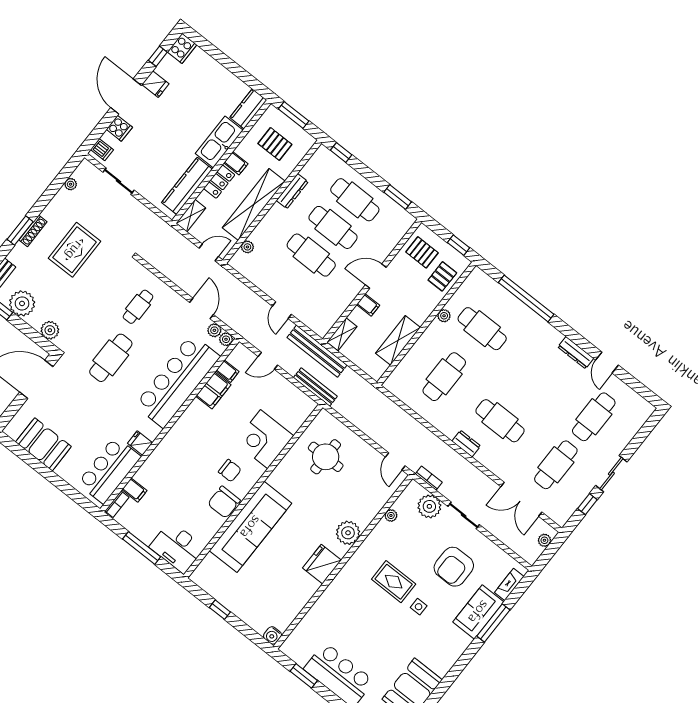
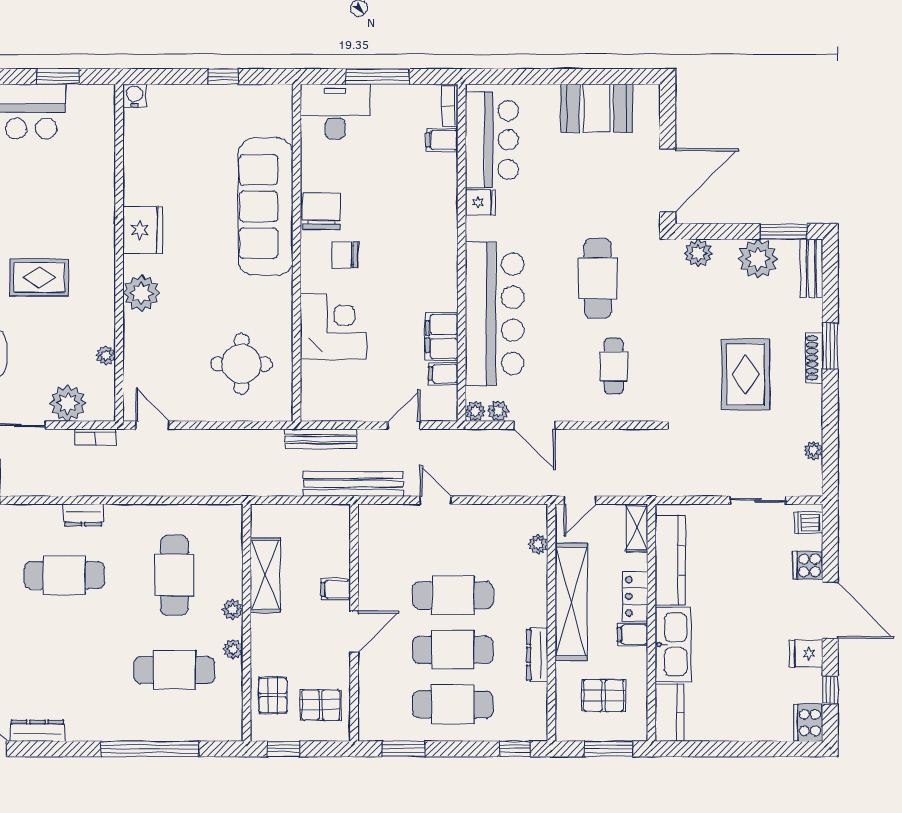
shelving: (342, 334) -> (339, 529), removed
plant: (428, 336) -> (233, 610), added

